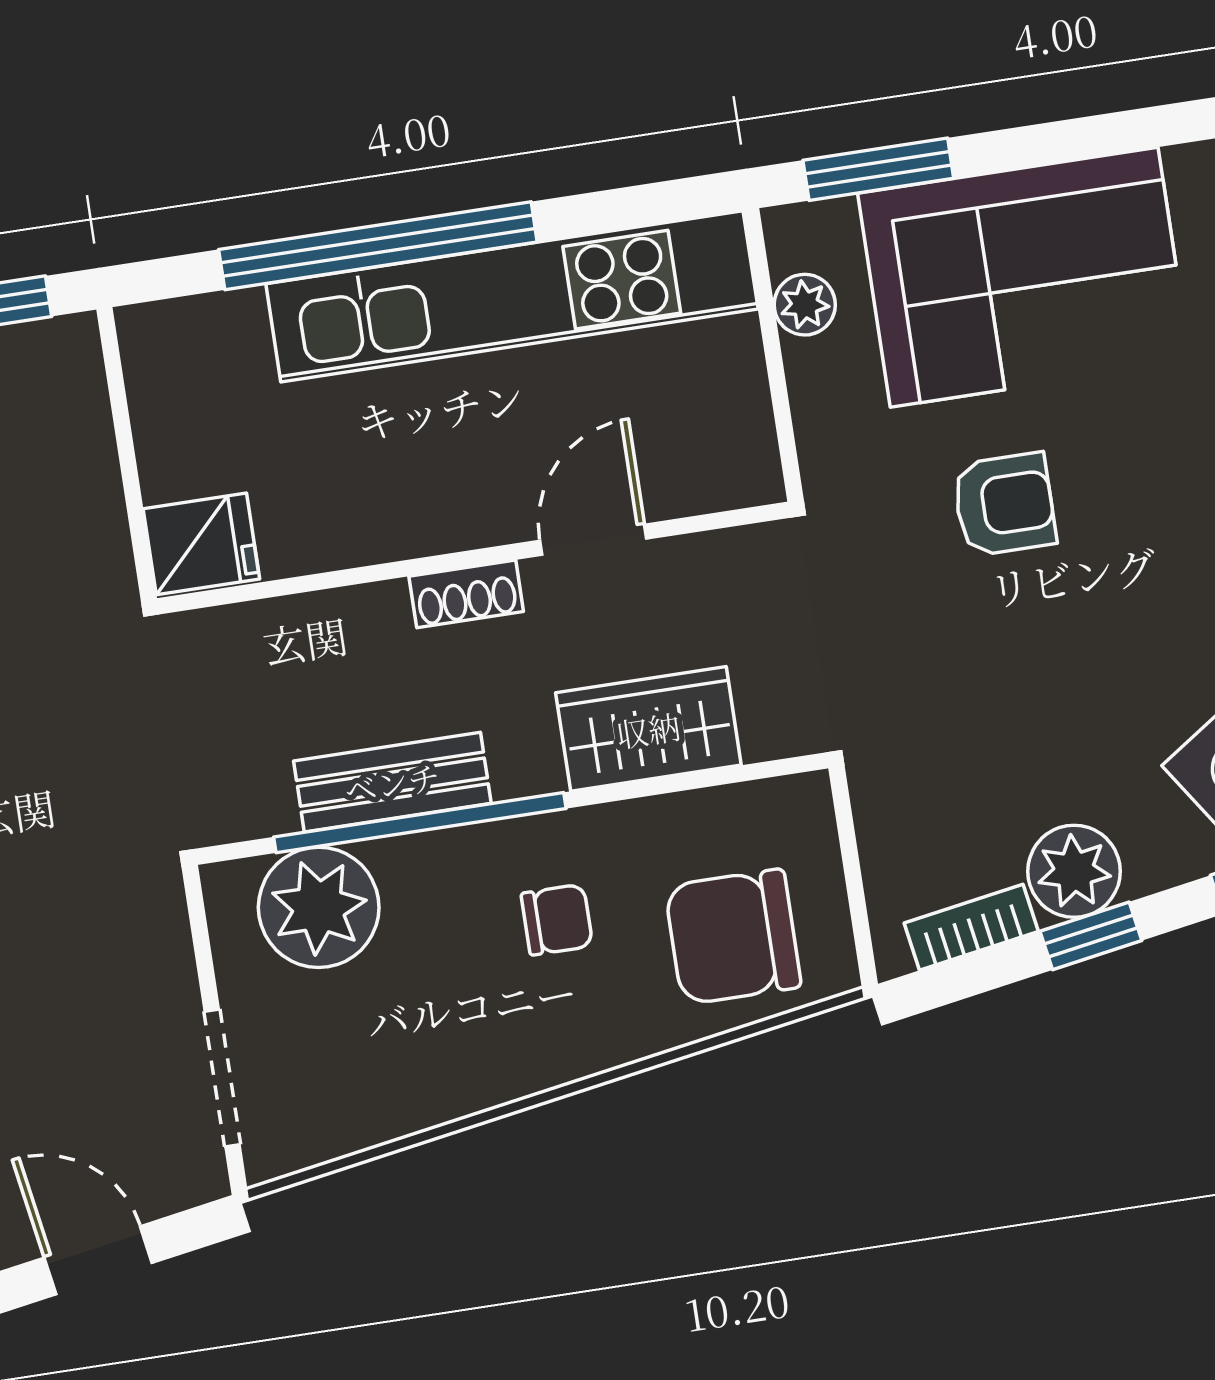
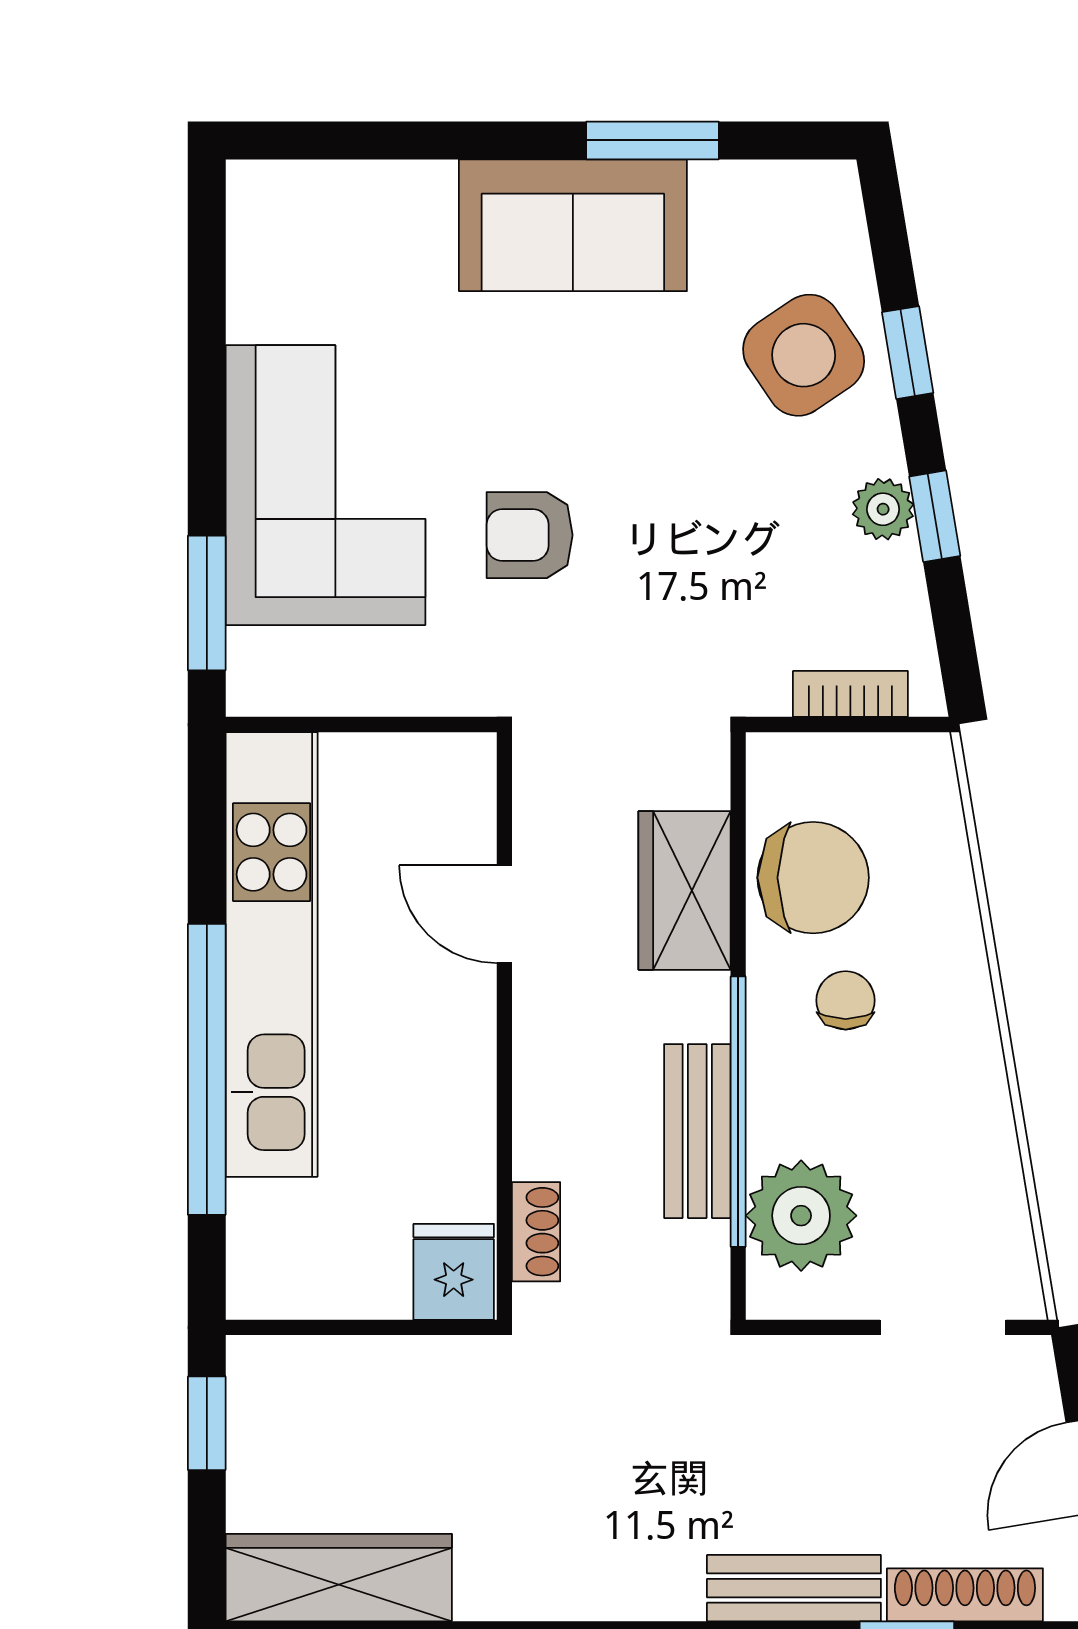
plant: (805, 305) -> (320, 689), removed
armchair: (1004, 504) -> (530, 535), turned -90
shoe rack: (466, 594) -> (536, 1232), moved
plant: (1074, 871) -> (883, 509), width x0.73, depth x0.73
bookcase: (971, 927) -> (850, 694), moved, turned 99
chair: (733, 937) -> (813, 878), moved, turned -90

